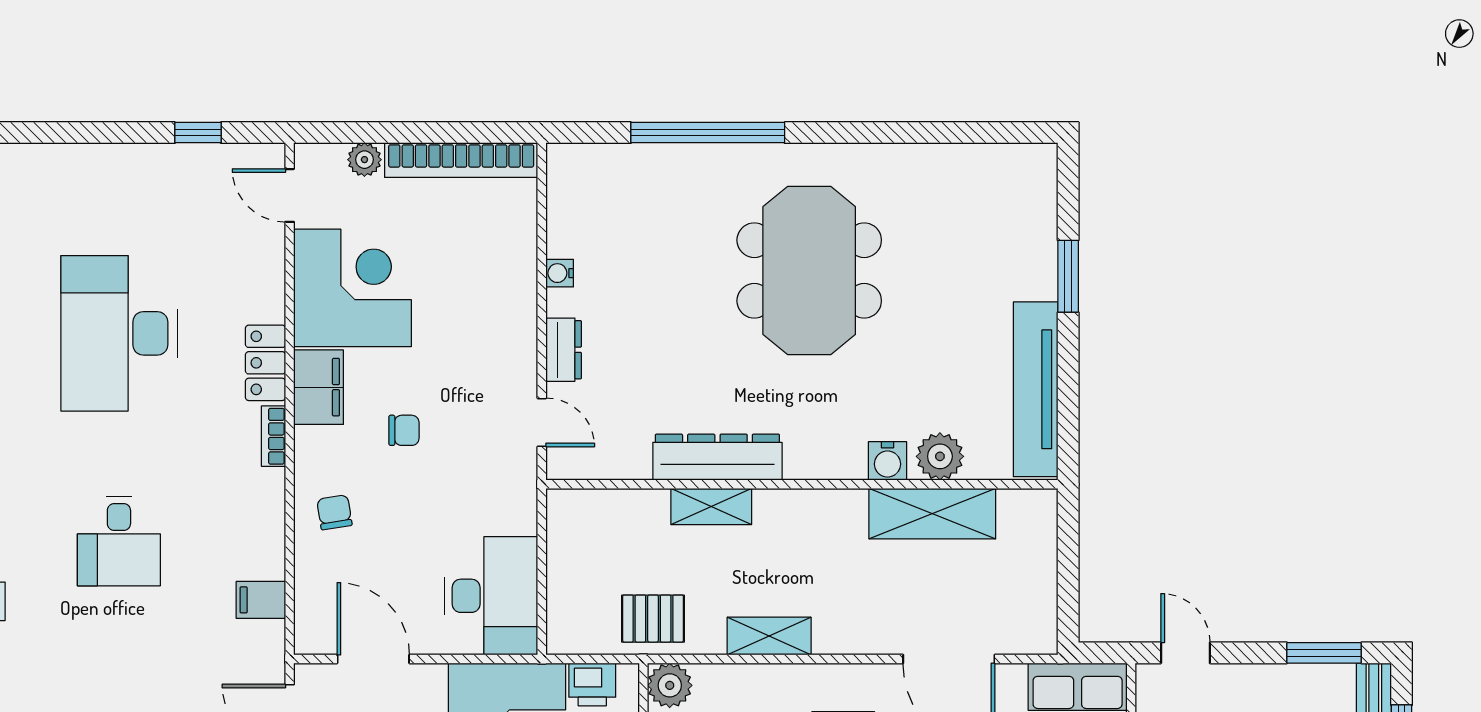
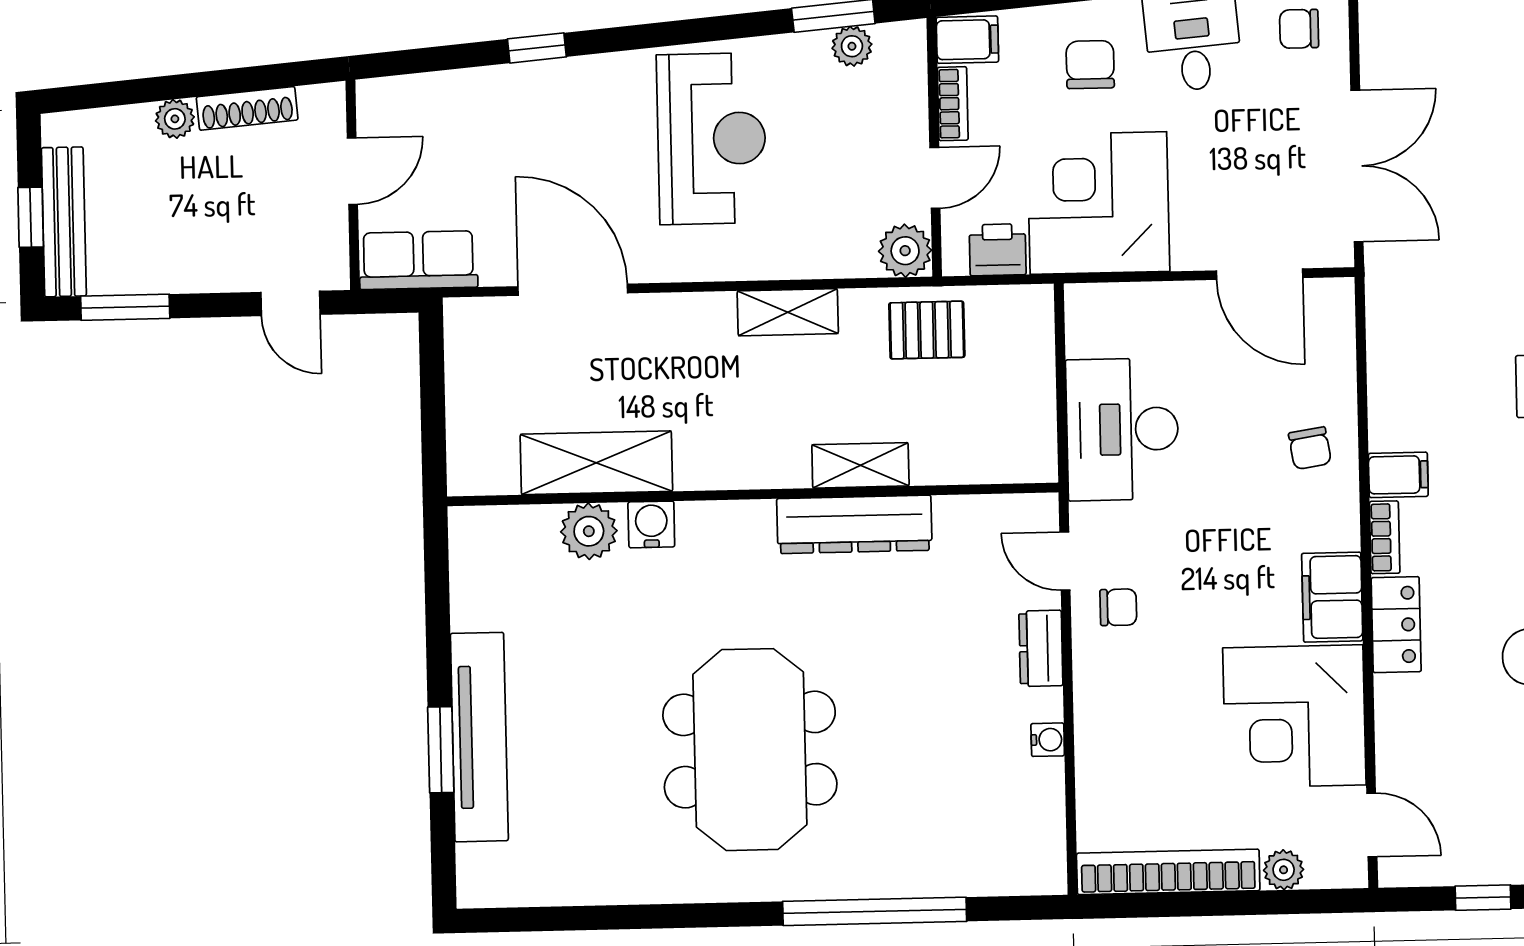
tv unit: (1036, 389) -> (479, 737), moved
chair: (404, 430) -> (1118, 607), moved, turned 180
desk: (491, 596) -> (1122, 429), moved
filing cabinet: (261, 600) -> (1398, 475), moved

